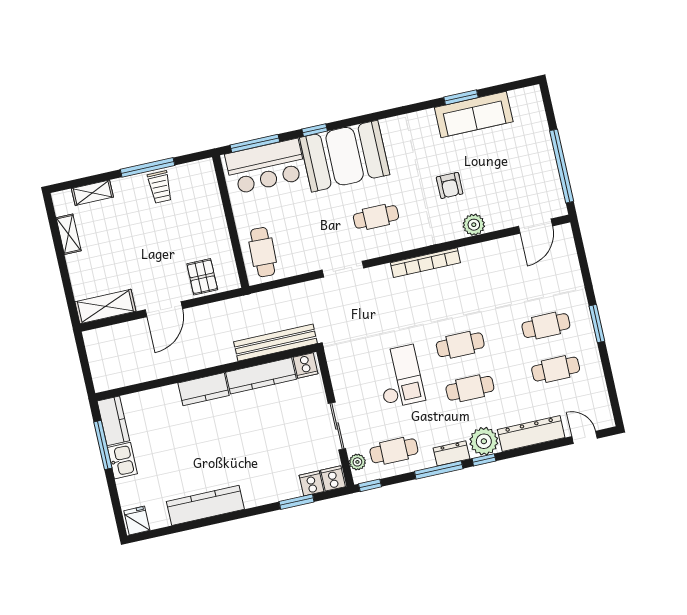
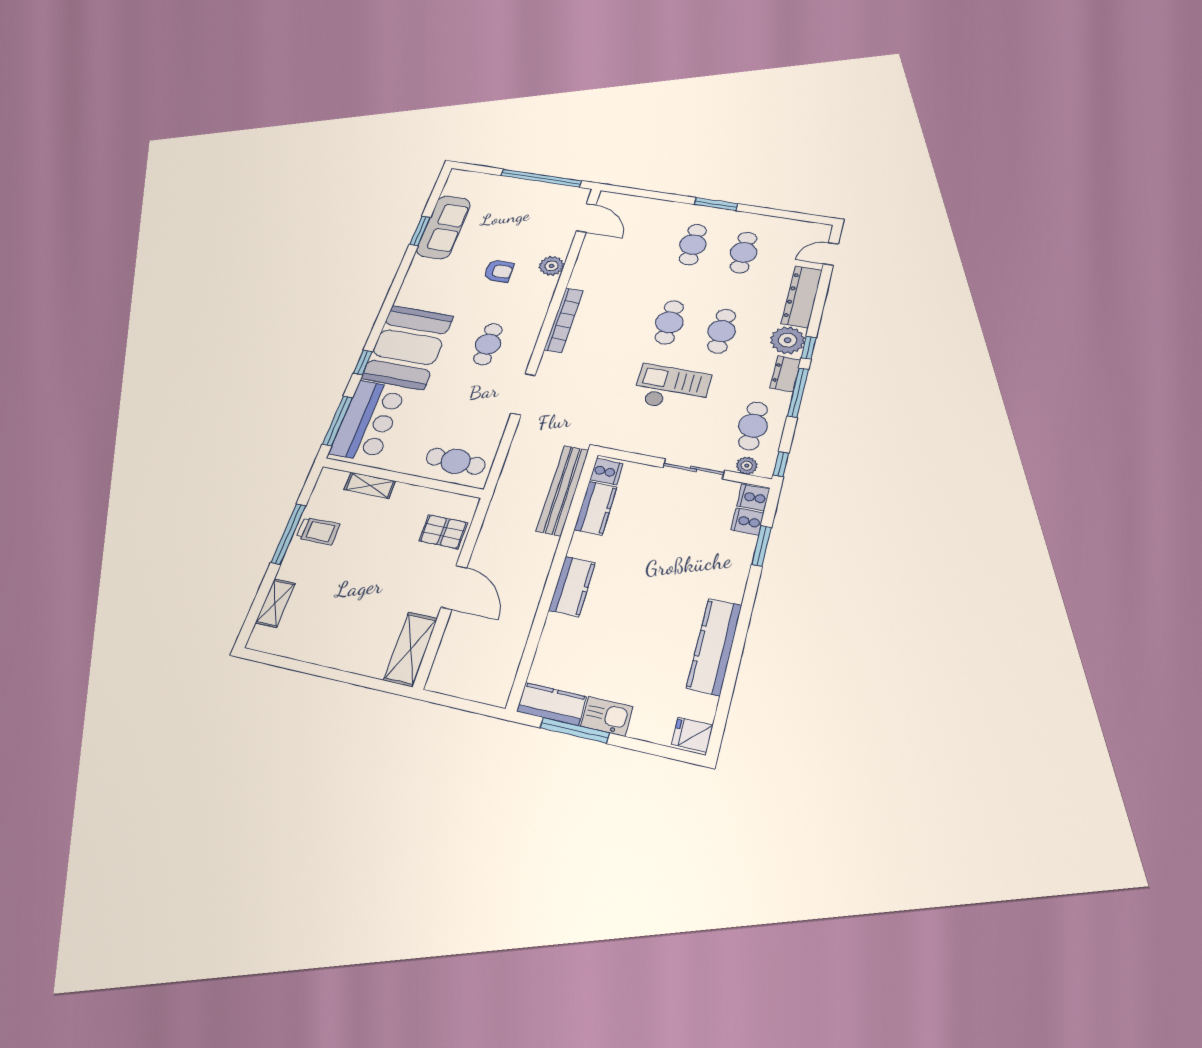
shelving: (69, 234) -> (370, 485), moved
kitchen counter: (261, 376) -> (595, 508), width x0.67

